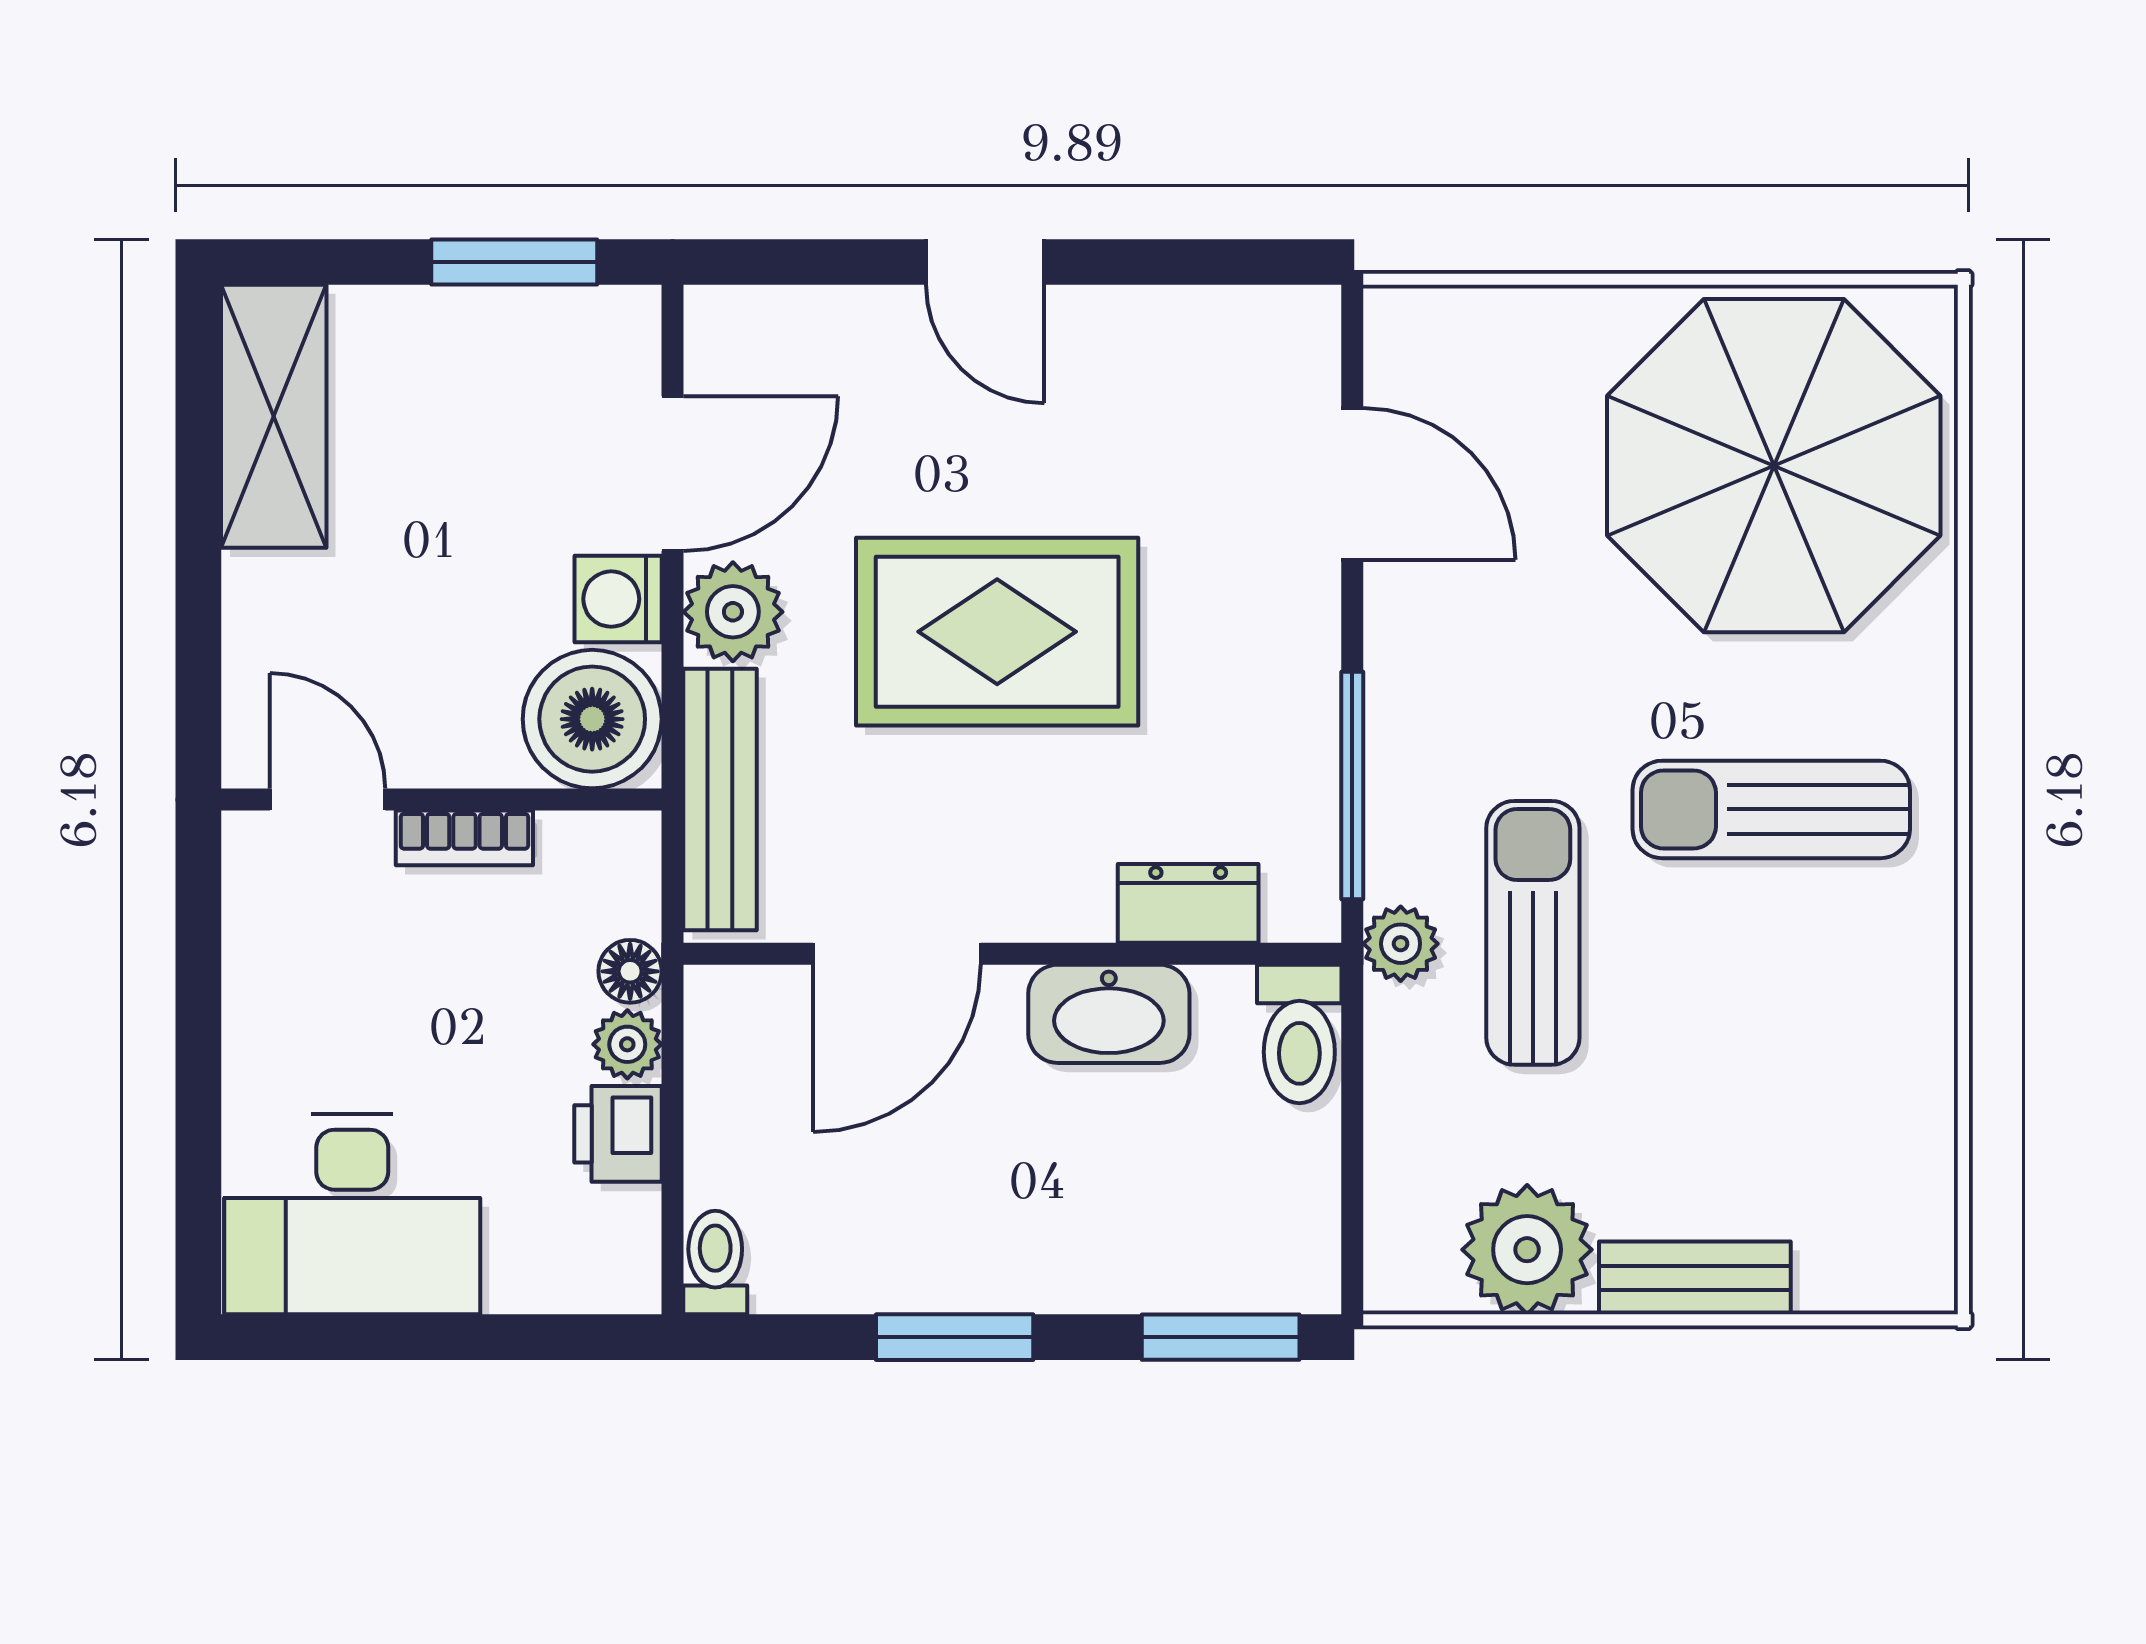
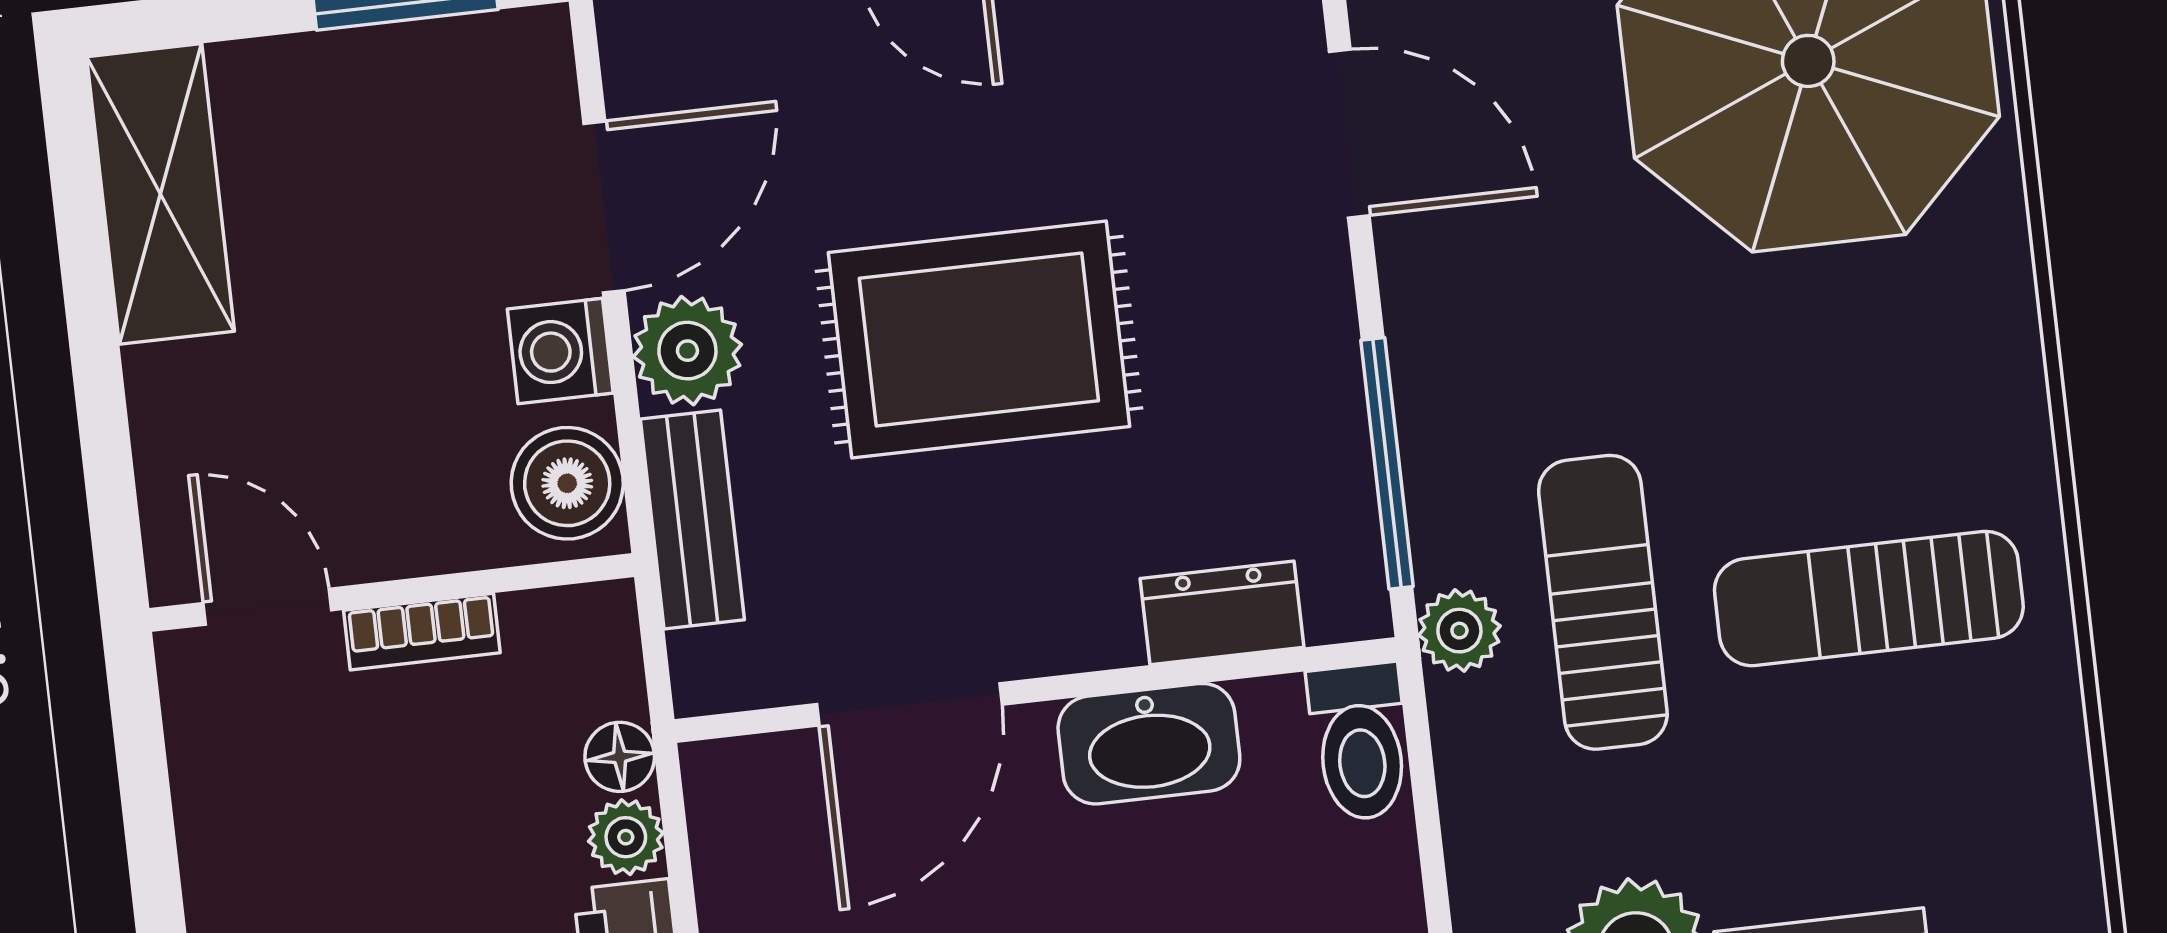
boiler: (592, 719) -> (567, 483), width x0.73, depth x0.73
bench: (720, 800) -> (692, 519), width x0.73
sun lounger: (1771, 809) -> (1869, 599), moved

